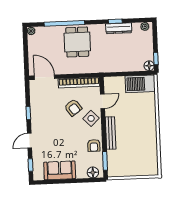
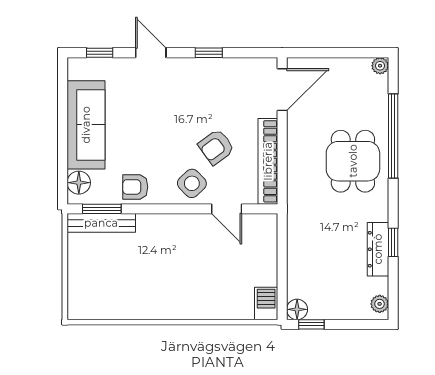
dining table: (77, 42) -> (353, 161), turned 90
barbecue: (140, 84) -> (266, 304), width x0.53, depth x0.65
bench: (111, 133) -> (101, 223), moved
sofa: (60, 170) -> (86, 125), width x1.36

